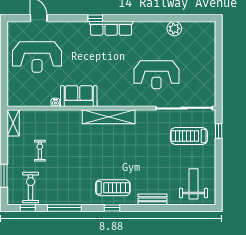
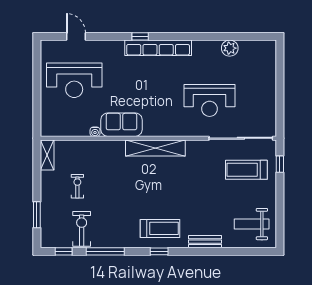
row of seats: (111, 28) -> (158, 48), width x1.36
weight bench: (194, 184) -> (252, 224), turned -90
exercise bike: (31, 187) -> (82, 229), moved

